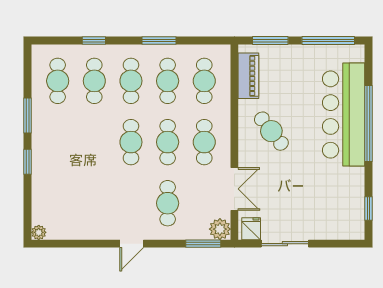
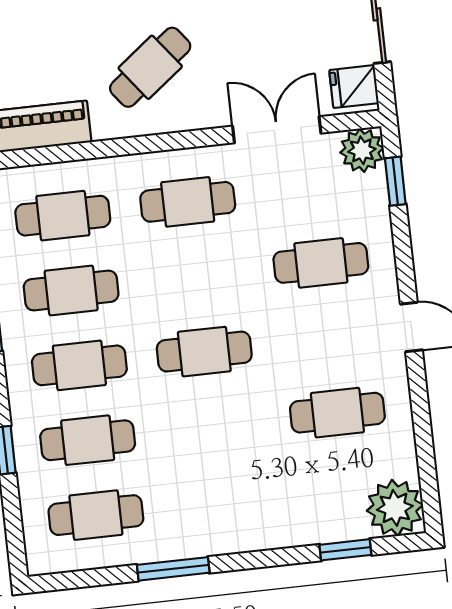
cafe table: (168, 142) -> (337, 413), moved
window: (28, 162) -> (345, 550), moved
plant: (39, 232) -> (395, 508), width x1.88, depth x1.88
window: (203, 244) -> (395, 181), width x0.67

